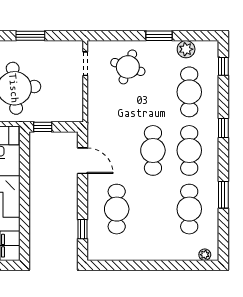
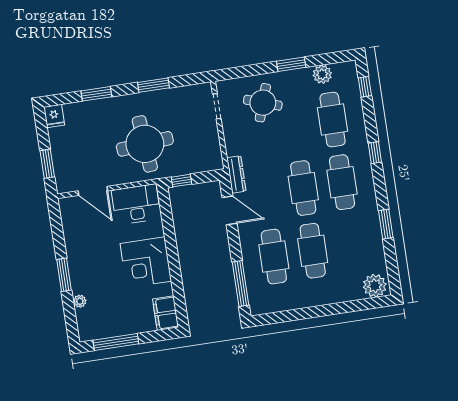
dresser: (94, 129) -> (236, 174), added
cafe table: (189, 209) -> (313, 251), moved
window: (83, 229) -> (241, 284), width x2.17
plant: (205, 255) -> (375, 286), width x1.88, depth x1.88

